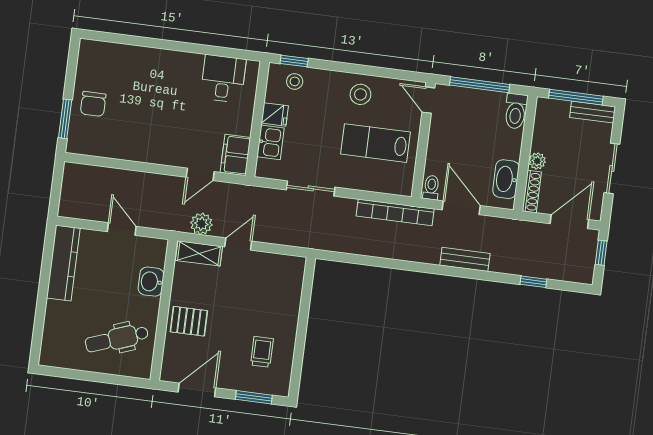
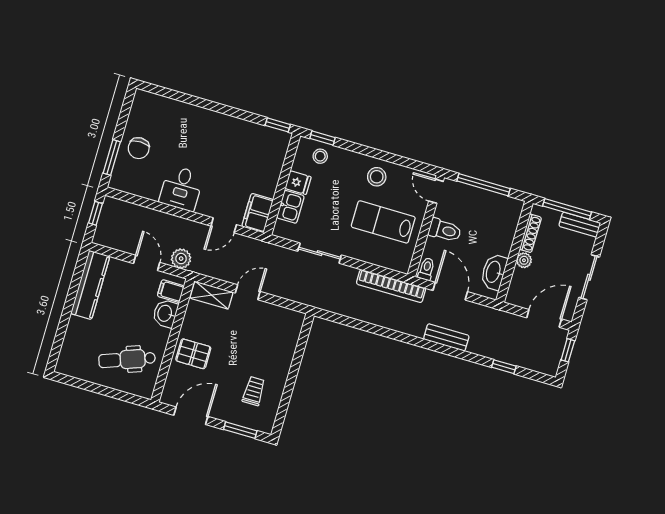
window: (243, 54) -> (278, 125), added
desk: (223, 79) -> (181, 188), moved, turned 180
toilet: (516, 111) -> (445, 230), moved, turned -90
window: (57, 183) -> (96, 213), added
shoe rack: (532, 192) -> (530, 233), moved
plant: (201, 224) -> (181, 259), moved
filing cabinet: (153, 256) -> (171, 291), added

